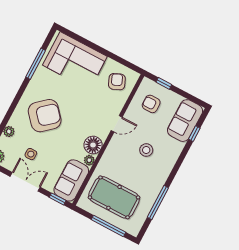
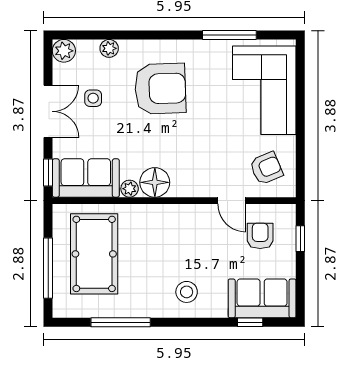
armchair: (45, 116) -> (160, 89), turned -51
door: (117, 124) -> (232, 201), moved
stool: (146, 150) -> (187, 292), moved

